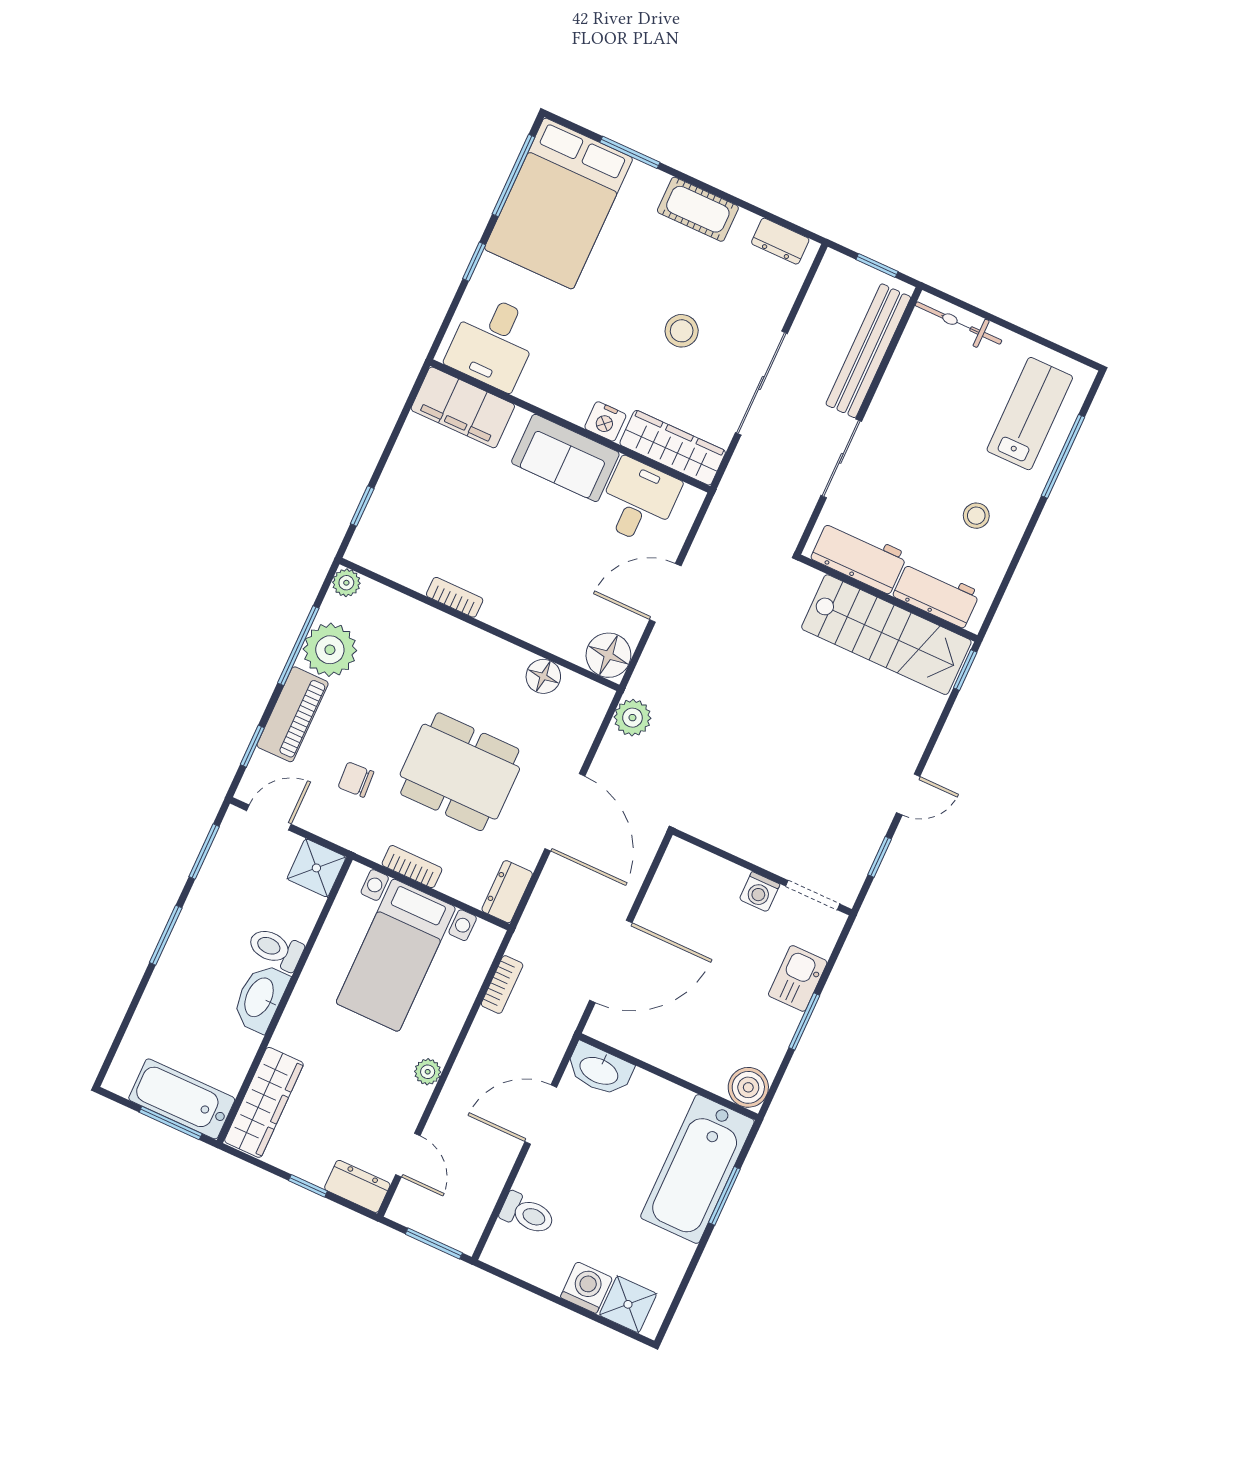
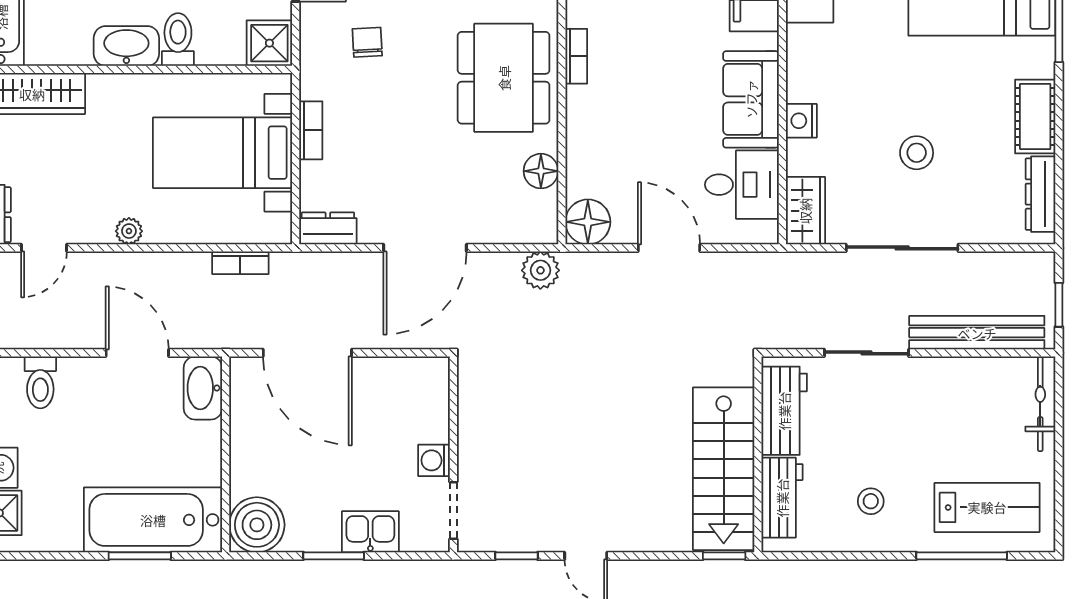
dresser: (780, 241) -> (1041, 194), width x1.44
wardrobe: (673, 448) -> (805, 211), width x0.67
dining table: (460, 772) -> (504, 78), moved
boiler: (748, 1087) -> (257, 525), width x1.37, depth x1.37

